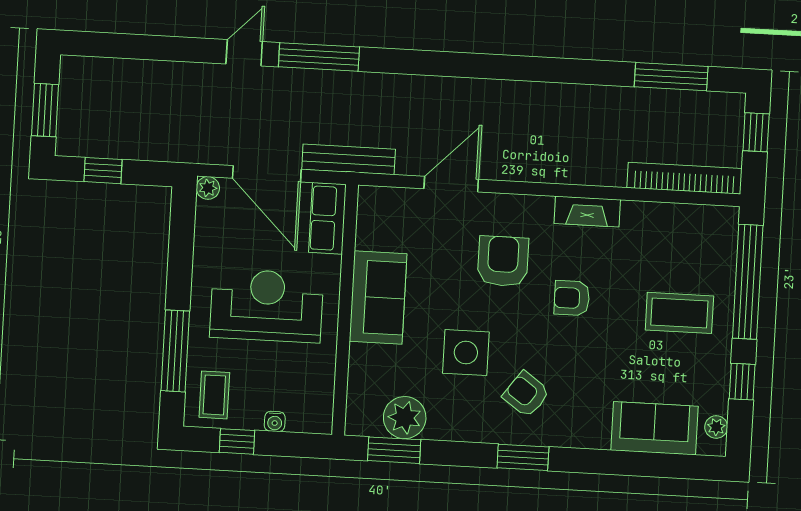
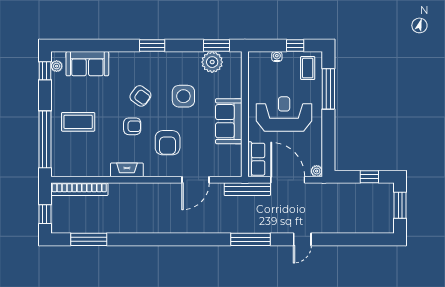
window: (319, 57) -> (251, 239), moved
reception desk: (267, 306) -> (284, 114), turned 180
window: (742, 382) -> (45, 71), moved
armchair: (526, 394) -> (140, 96), moved

